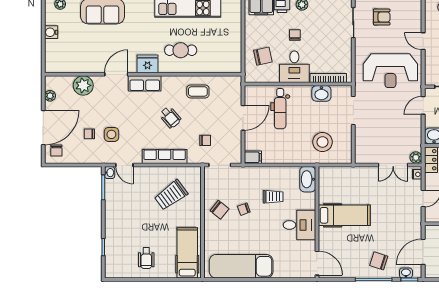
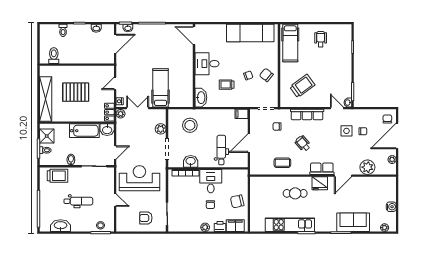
chair: (263, 56) -> (237, 201), moved
plant: (362, 137) -> (161, 129), added
hospital bed: (344, 215) -> (161, 88), moved, turned 90
chair: (379, 261) -> (148, 37), removed

